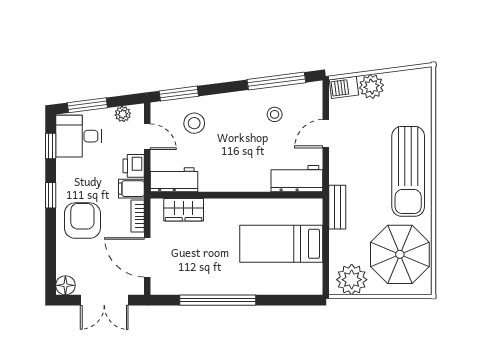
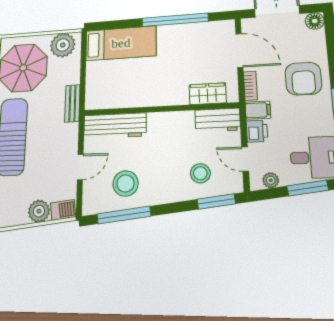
stool: (275, 114) -> (126, 183), width x1.89, depth x1.89
workbench: (297, 179) -> (115, 126), width x1.38
bed: (281, 244) -> (121, 43), moved

